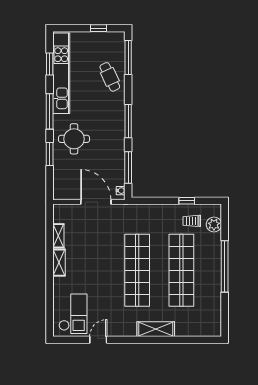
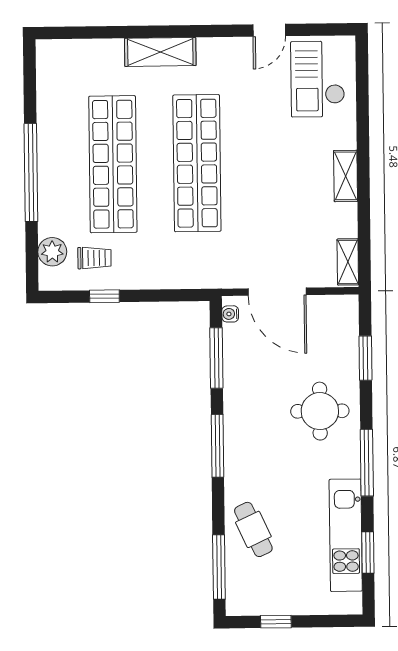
kitchen unit: (61, 73) -> (346, 535), width x0.73
window: (50, 154) -> (366, 358), moved
shelving: (58, 236) -> (348, 262), moved

